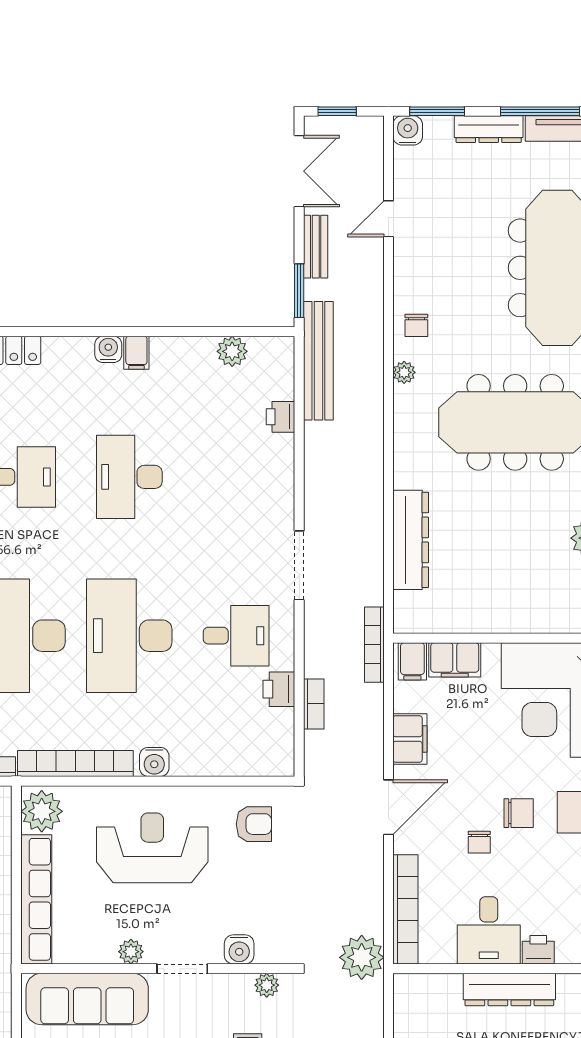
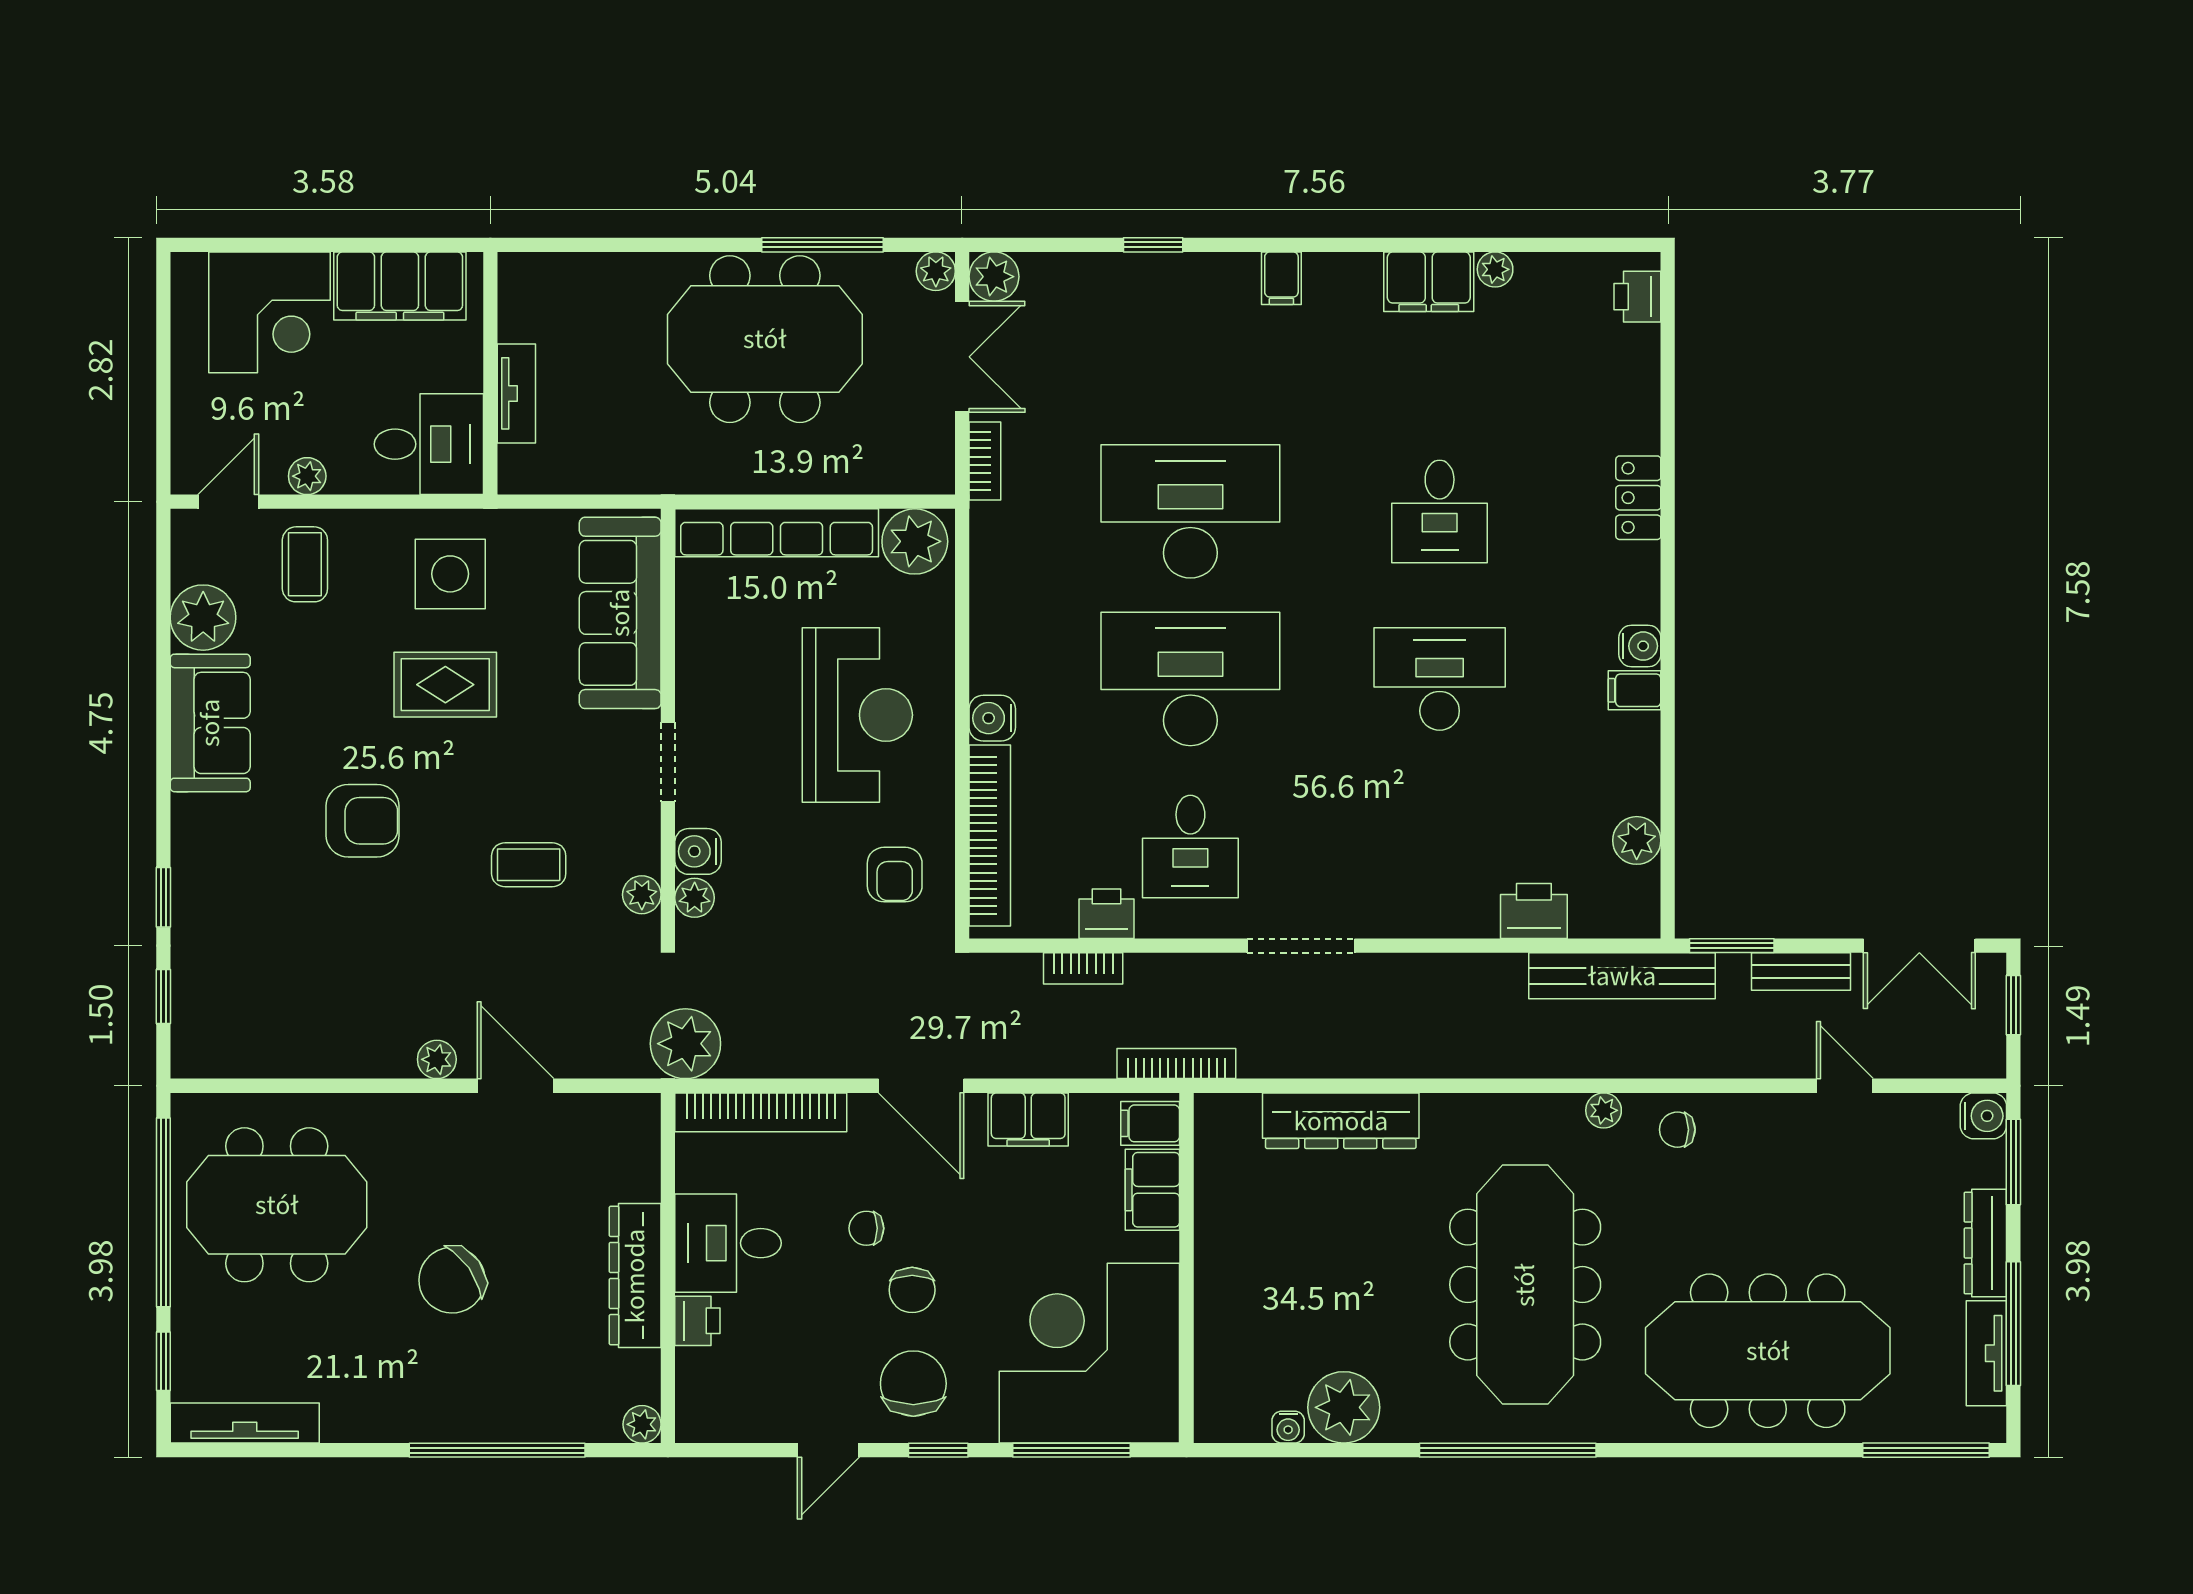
printer: (281, 417) -> (1534, 911), width x1.36, depth x1.24
bookcase: (75, 763) -> (990, 835), moved
plant: (131, 952) -> (695, 898), moved

